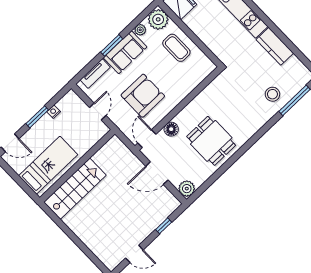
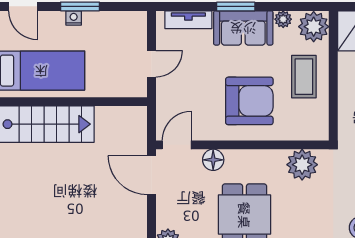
plant: (216, 91) -> (302, 165), added
armchair: (143, 96) -> (249, 101), moved
nightstand: (54, 112) -> (74, 18), moved
door: (157, 173) -> (151, 175), moved

